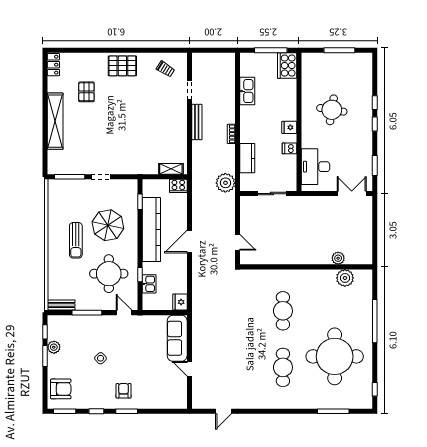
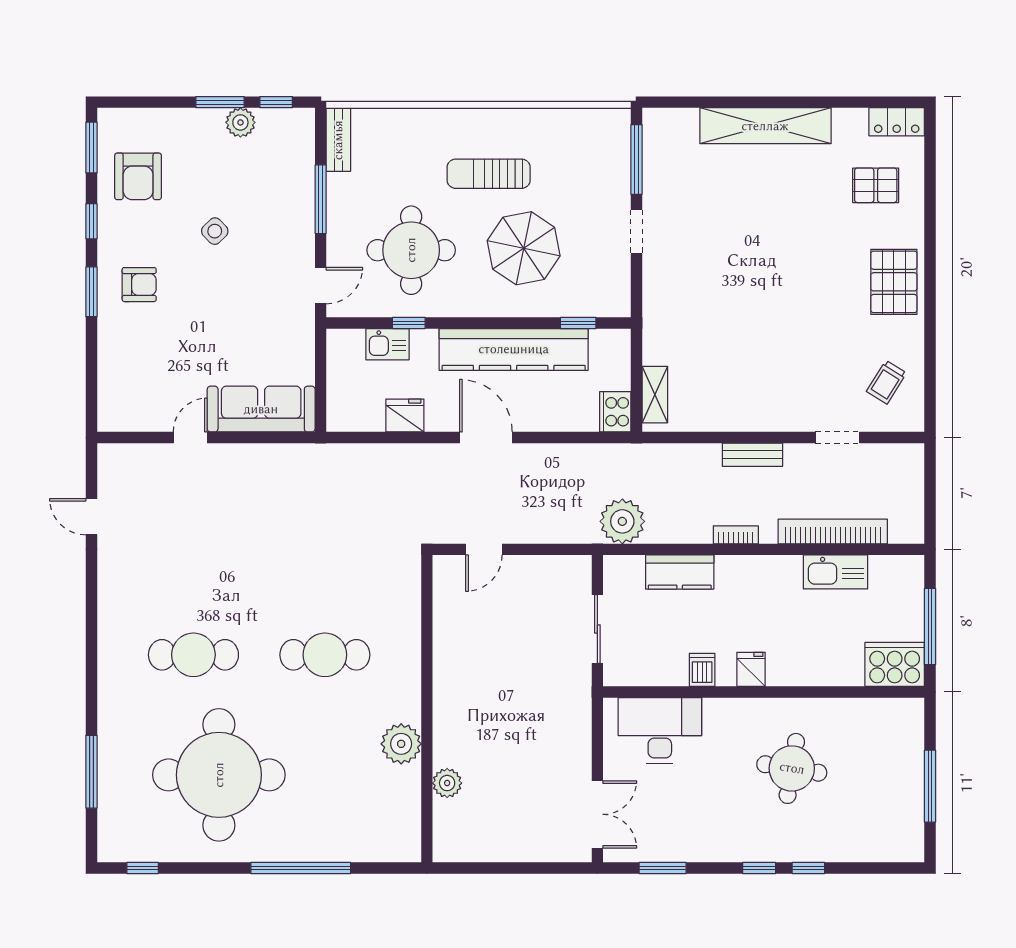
pallet: (86, 92) -> (876, 185), moved
bookcase: (230, 92) -> (833, 531), added
bench: (197, 122) -> (752, 455), width x0.73
plant: (345, 278) -> (401, 744), moved
fridge: (180, 302) -> (405, 416), moved
armchair: (61, 389) -> (138, 176), moved

